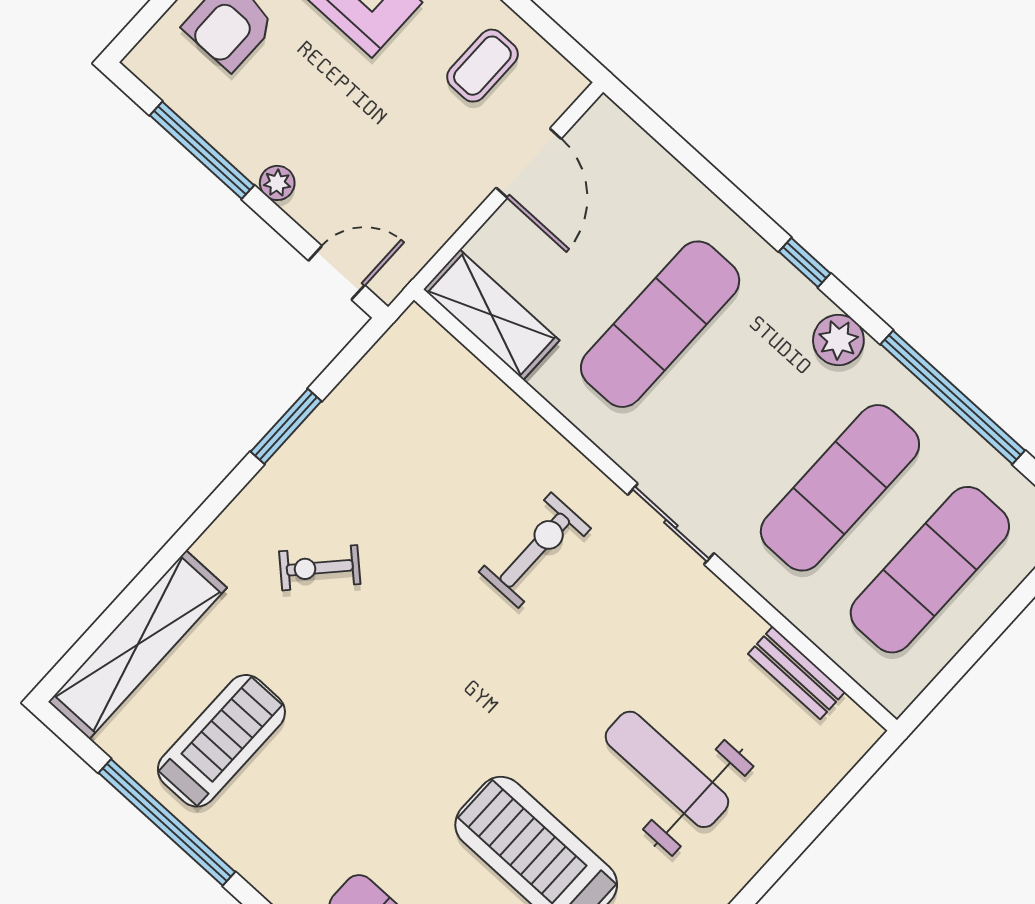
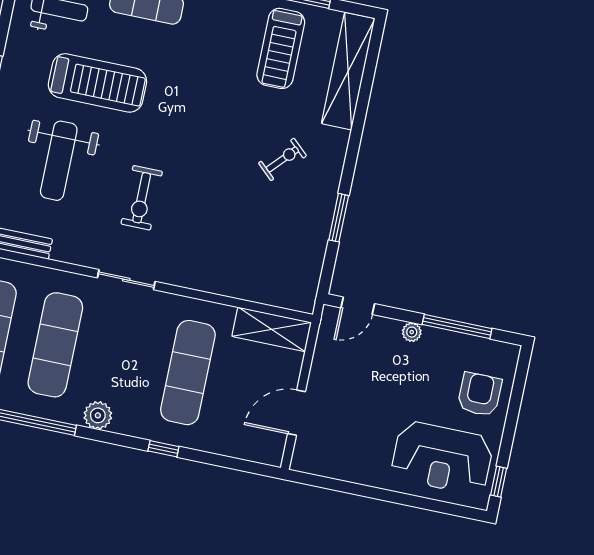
coffee table: (482, 66) -> (346, 446), removed
door: (529, 163) -> (297, 413), hinge flipped
window: (805, 263) -> (163, 449), moved
exercise bike: (535, 550) -> (142, 198), moved
weight bench: (667, 769) -> (59, 161), turned 90

